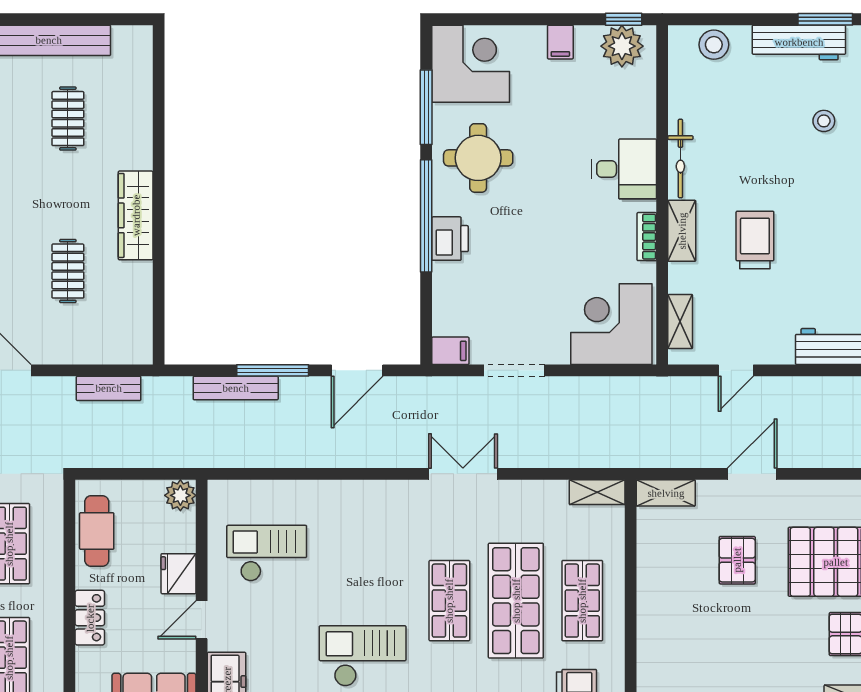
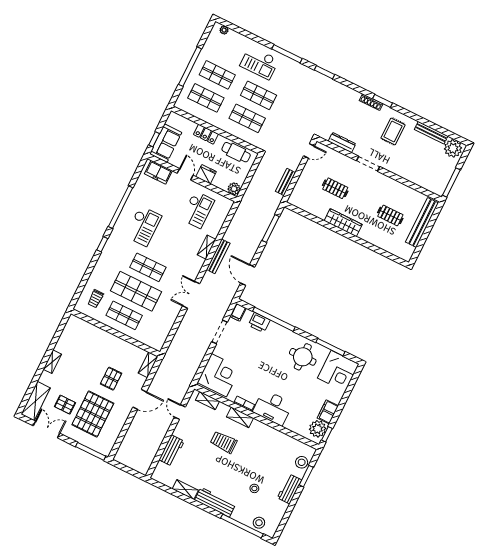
window: (825, 19) -> (306, 476), moved
filing cabinet: (560, 42) -> (328, 412), width x2.00
workbench: (799, 42) -> (289, 489), width x0.73
bicycle: (680, 159) -> (266, 430), removed
desk: (624, 169) -> (273, 408), width x1.37
window: (426, 216) -> (274, 319), moved
printer: (450, 239) -> (259, 323), moved
trolley: (755, 240) -> (224, 442), turned 180
window: (273, 370) -> (271, 229), moved
bench: (236, 388) -> (218, 256), moved
double door: (463, 474) -> (191, 295), swing flipped
door: (752, 474) -> (140, 399), hinge flipped
shelving: (597, 492) -> (207, 247), moved
pallet: (737, 560) -> (111, 379), turned 90

